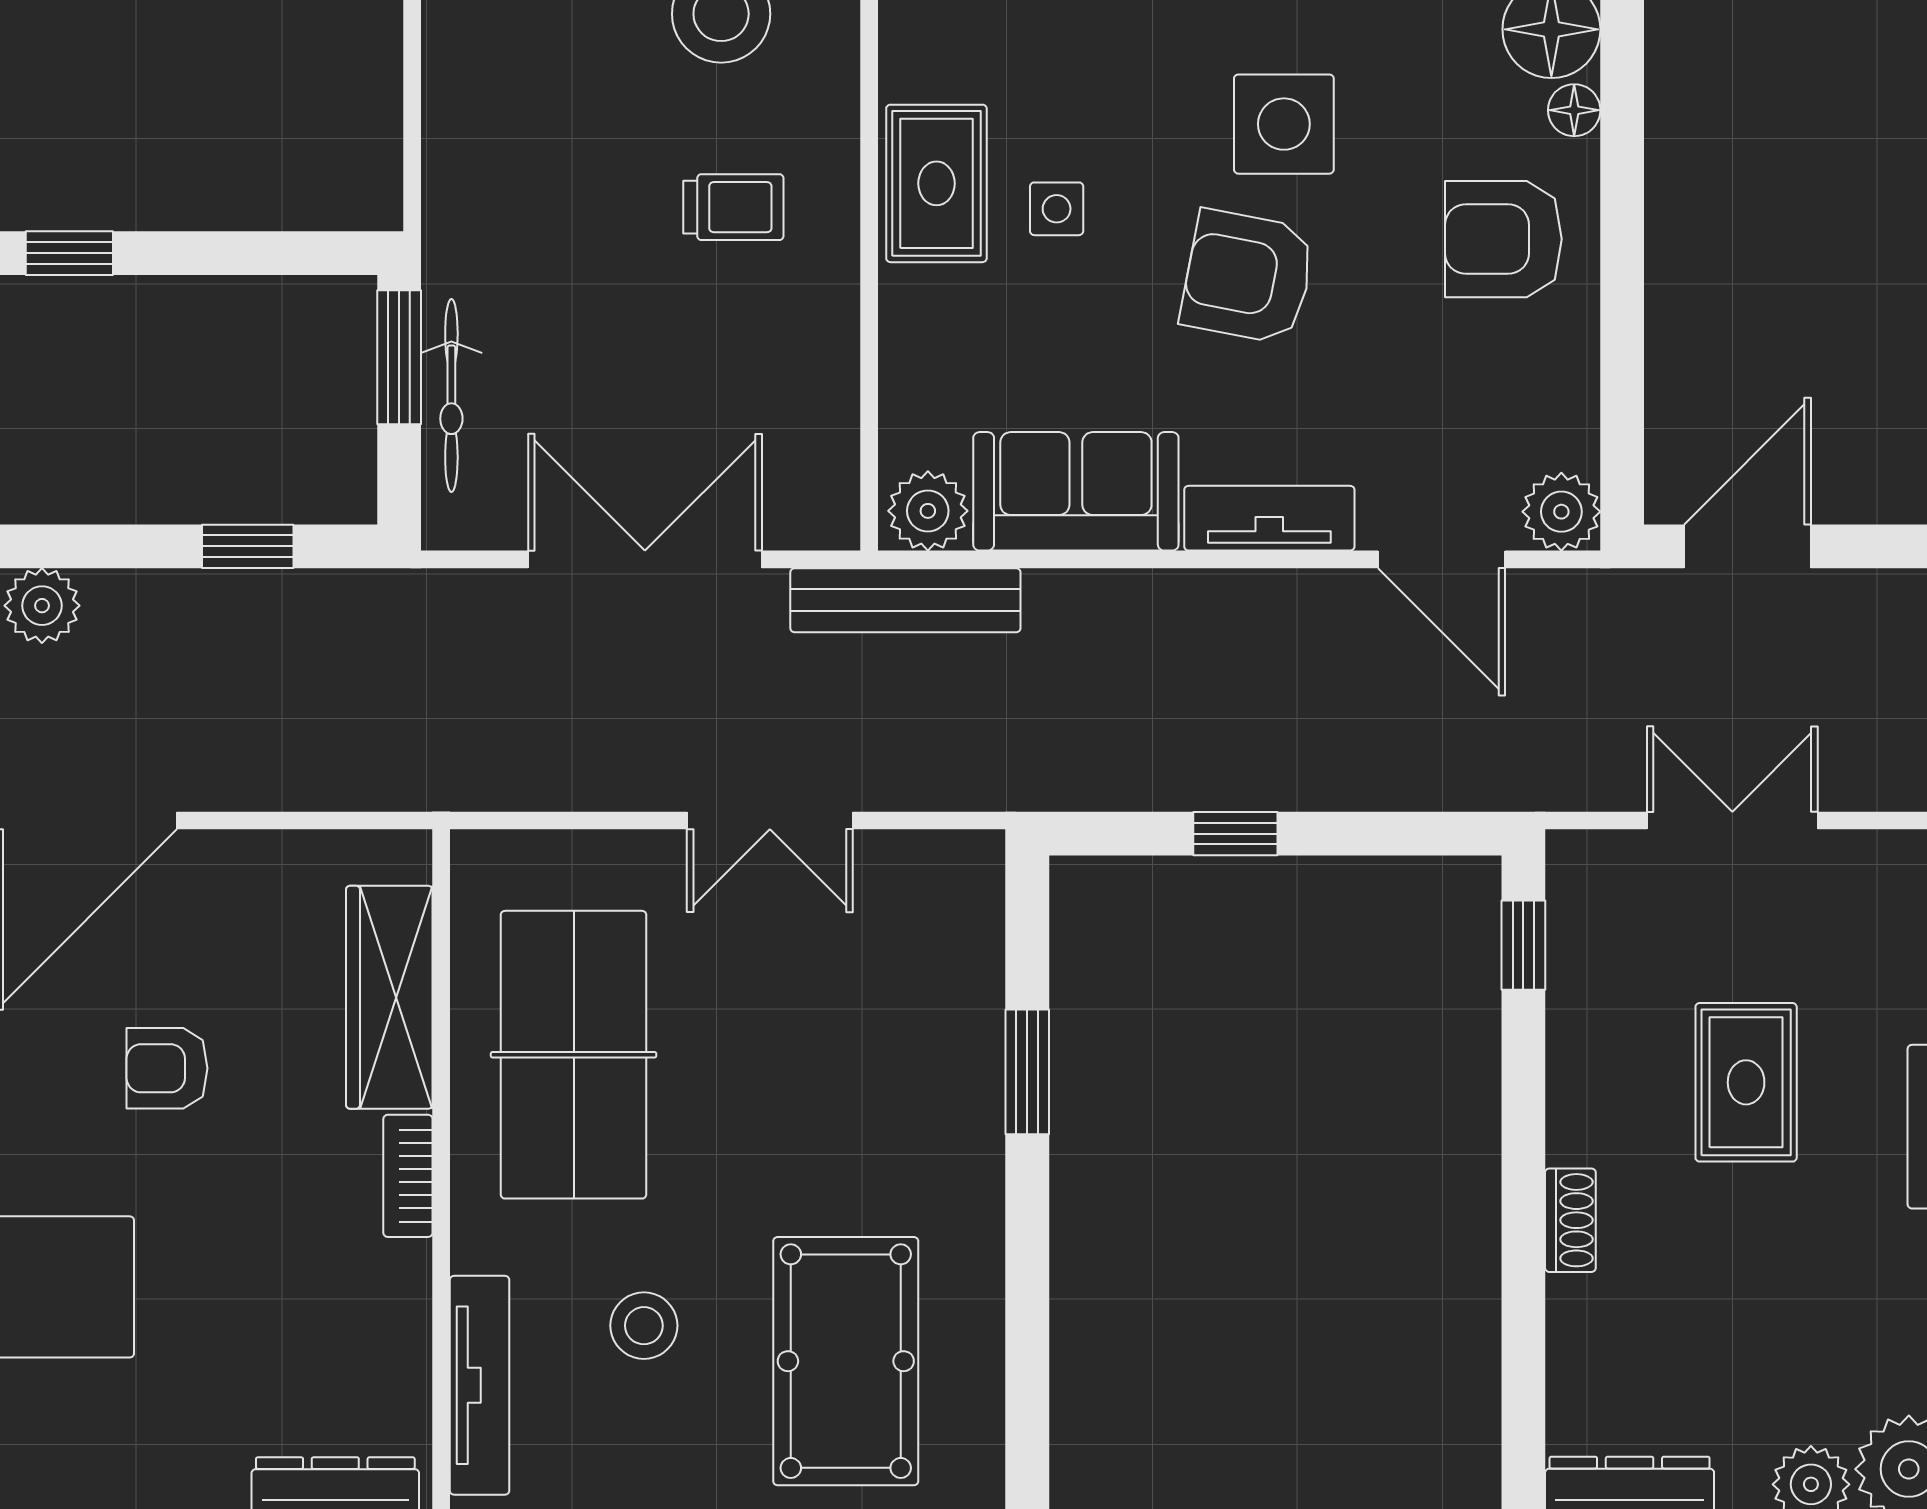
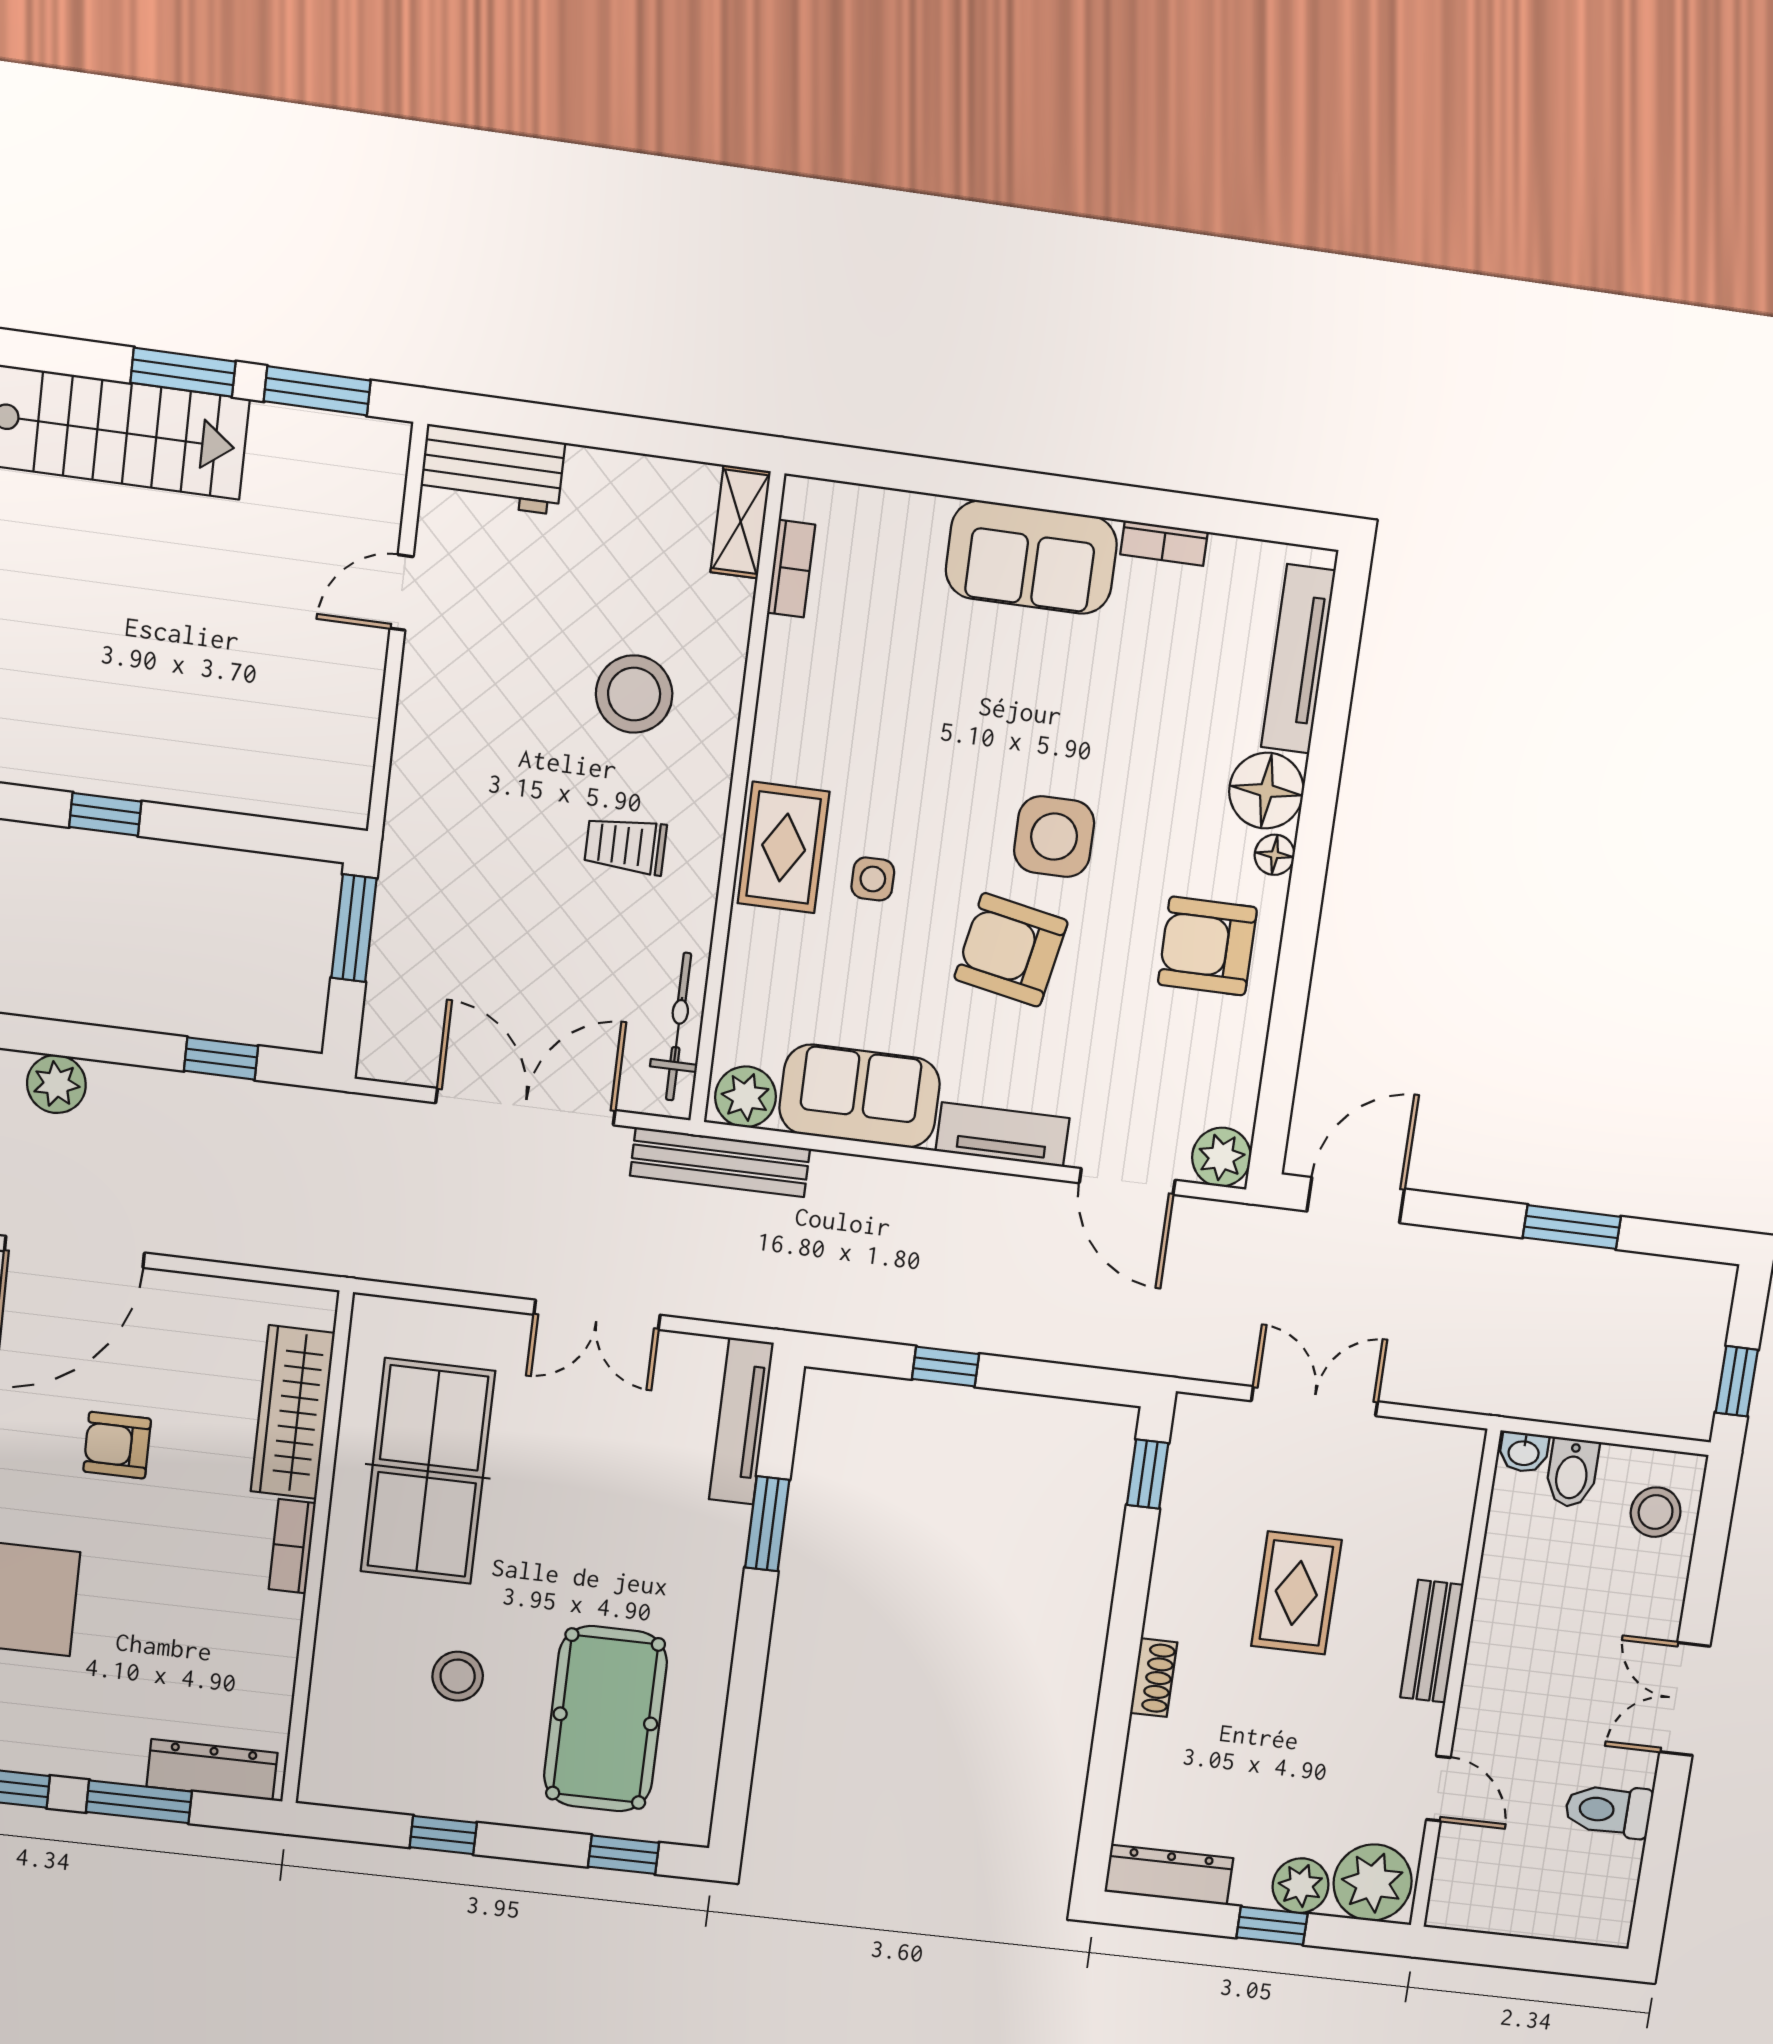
trolley: (733, 207) -> (625, 845), turned 180
bicycle: (451, 395) -> (679, 1027), moved, turned 180
tv unit: (480, 1385) -> (741, 1421), moved, turned 180

